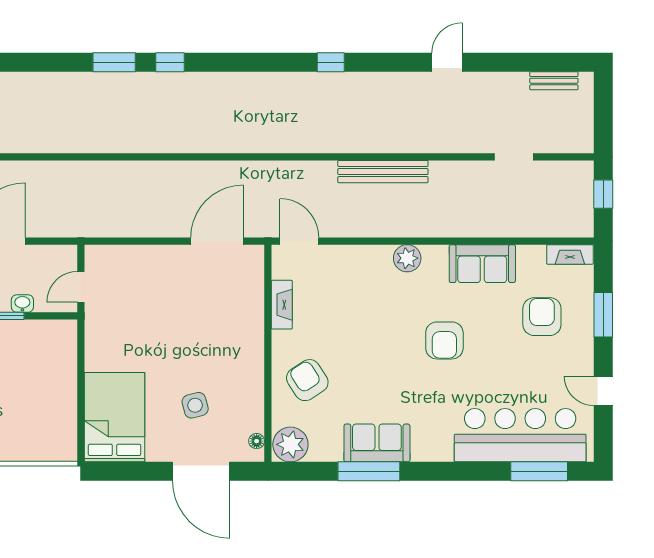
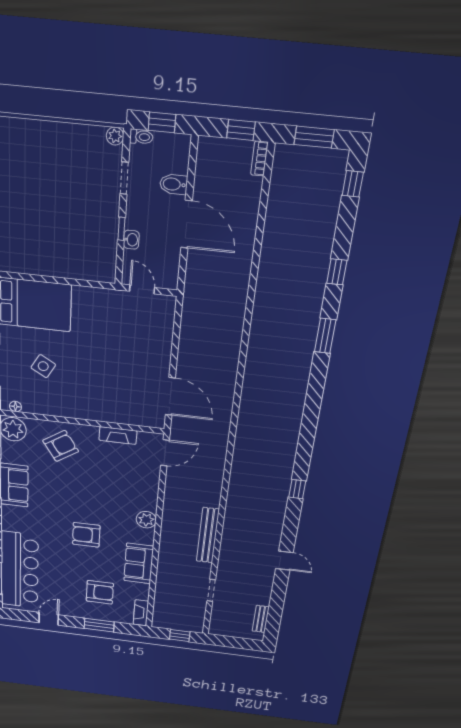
window: (170, 62) -> (337, 272), moved
bench: (383, 172) -> (208, 535), moved
side table: (195, 405) -> (43, 366), turned 45

